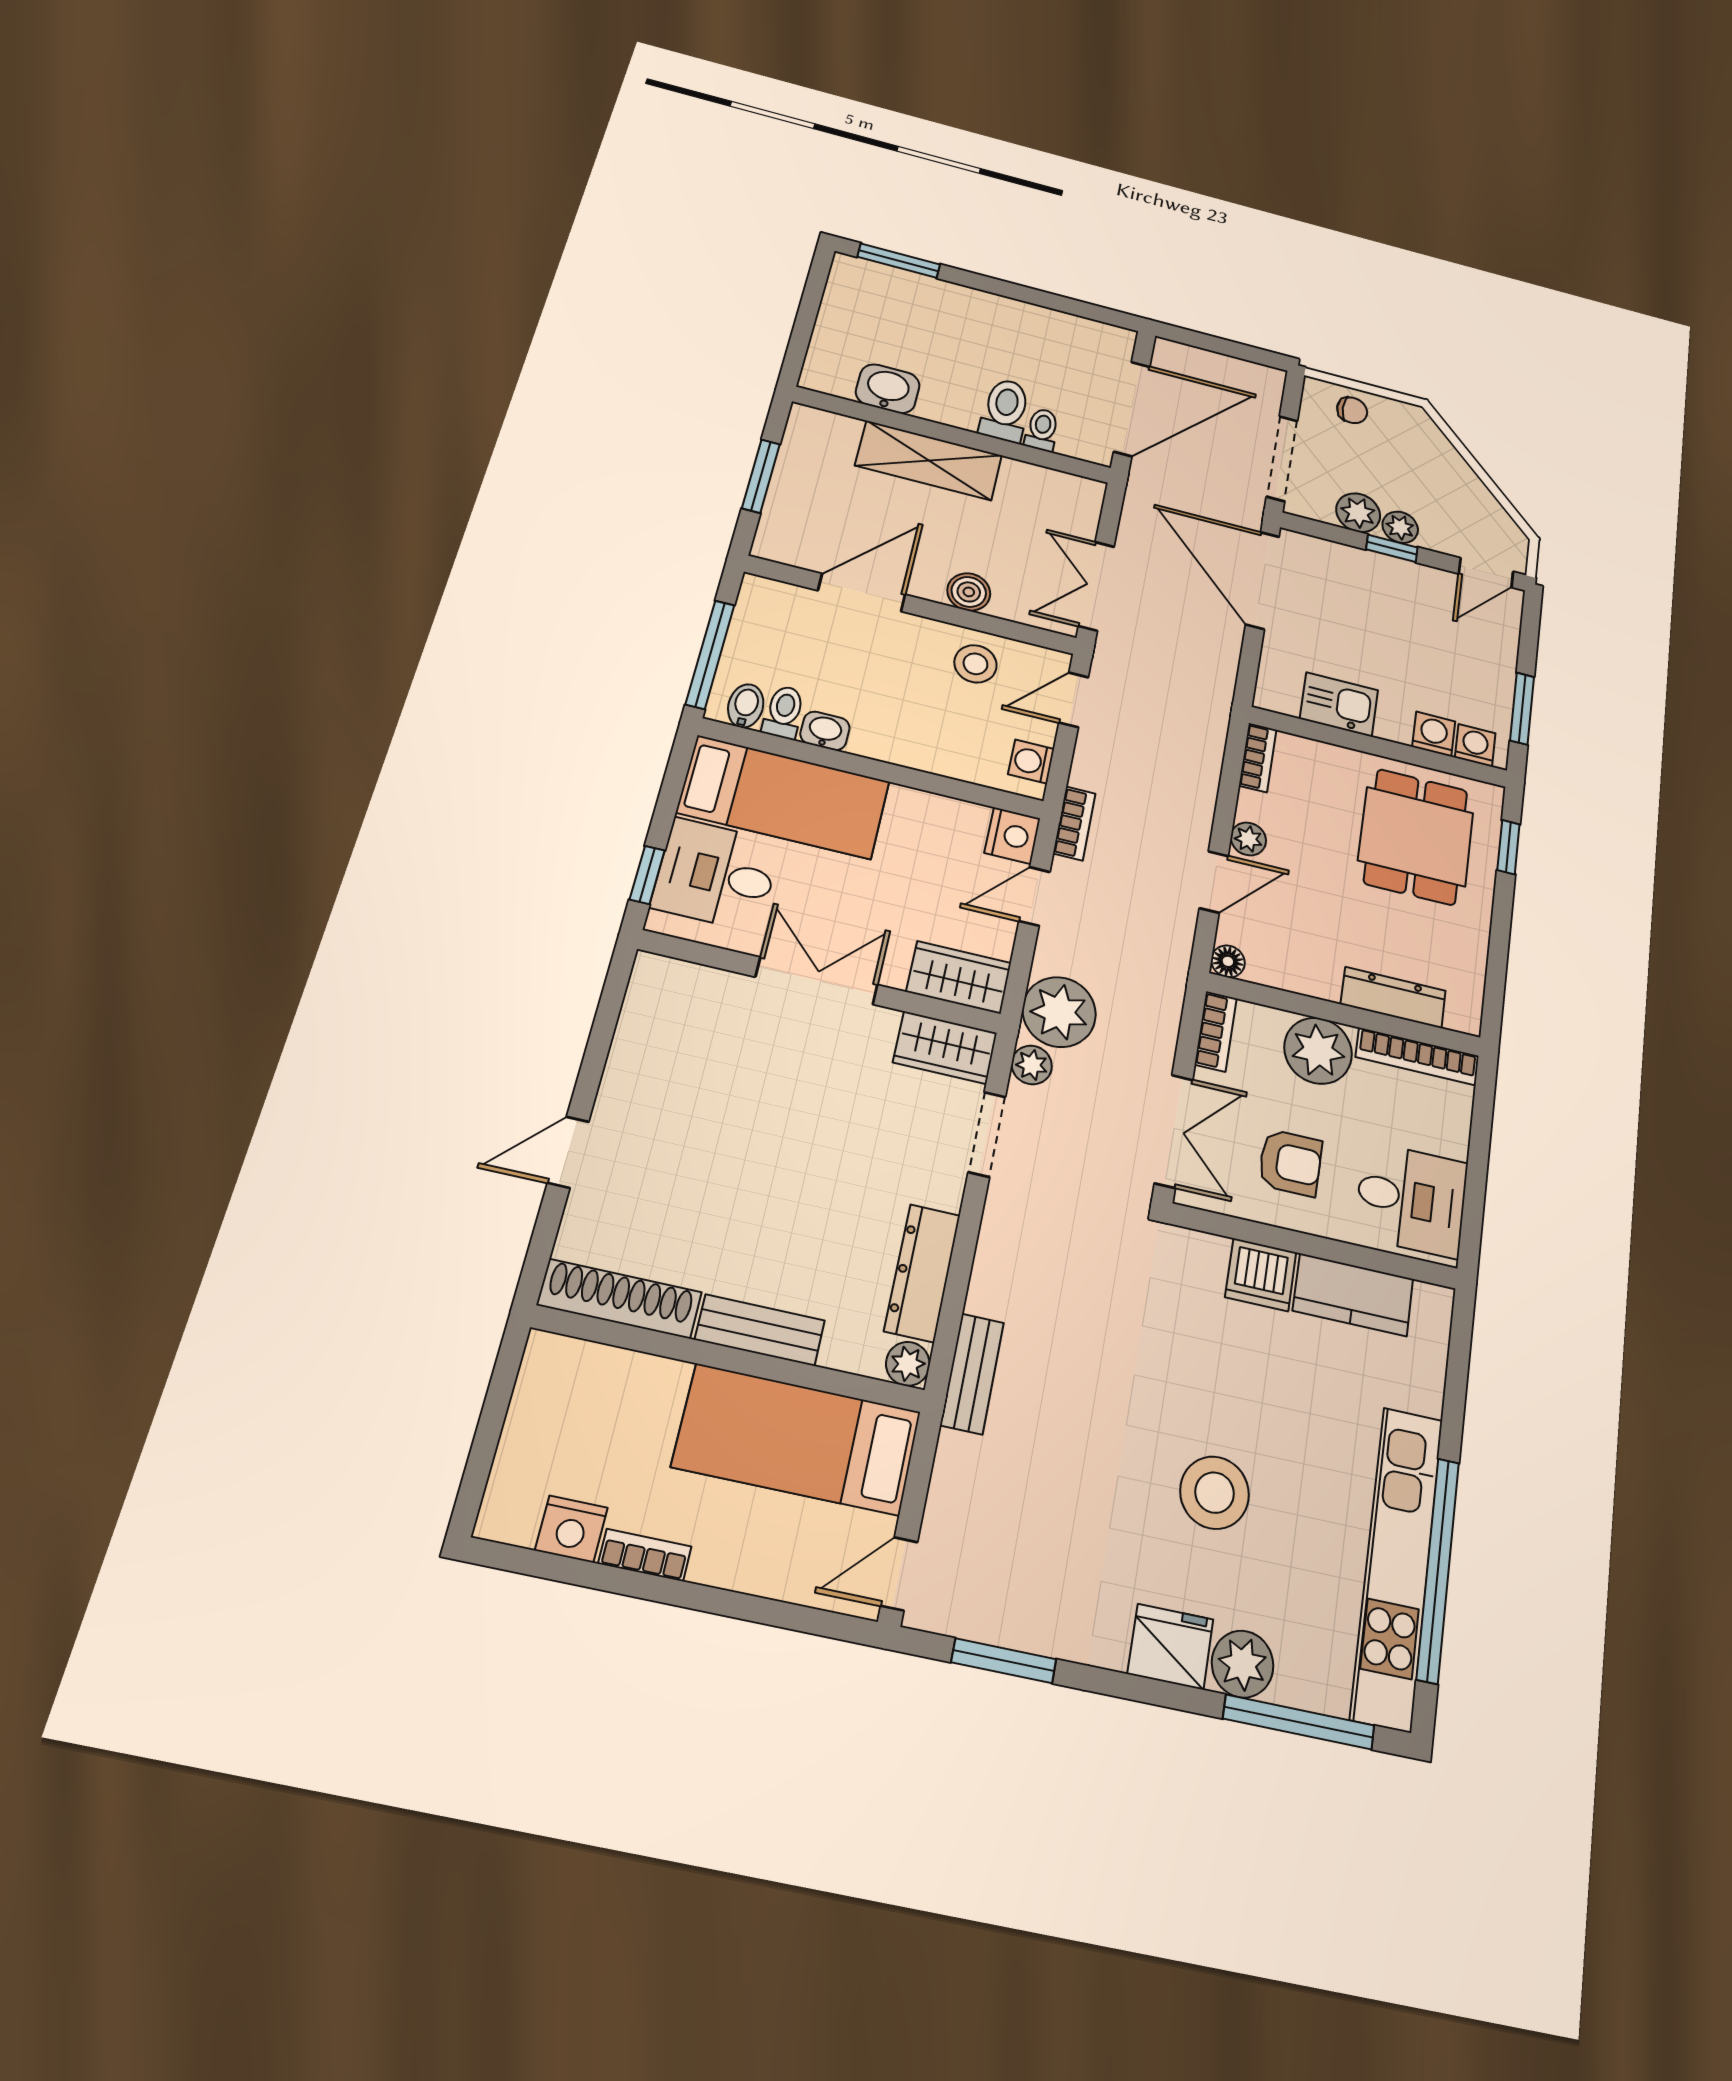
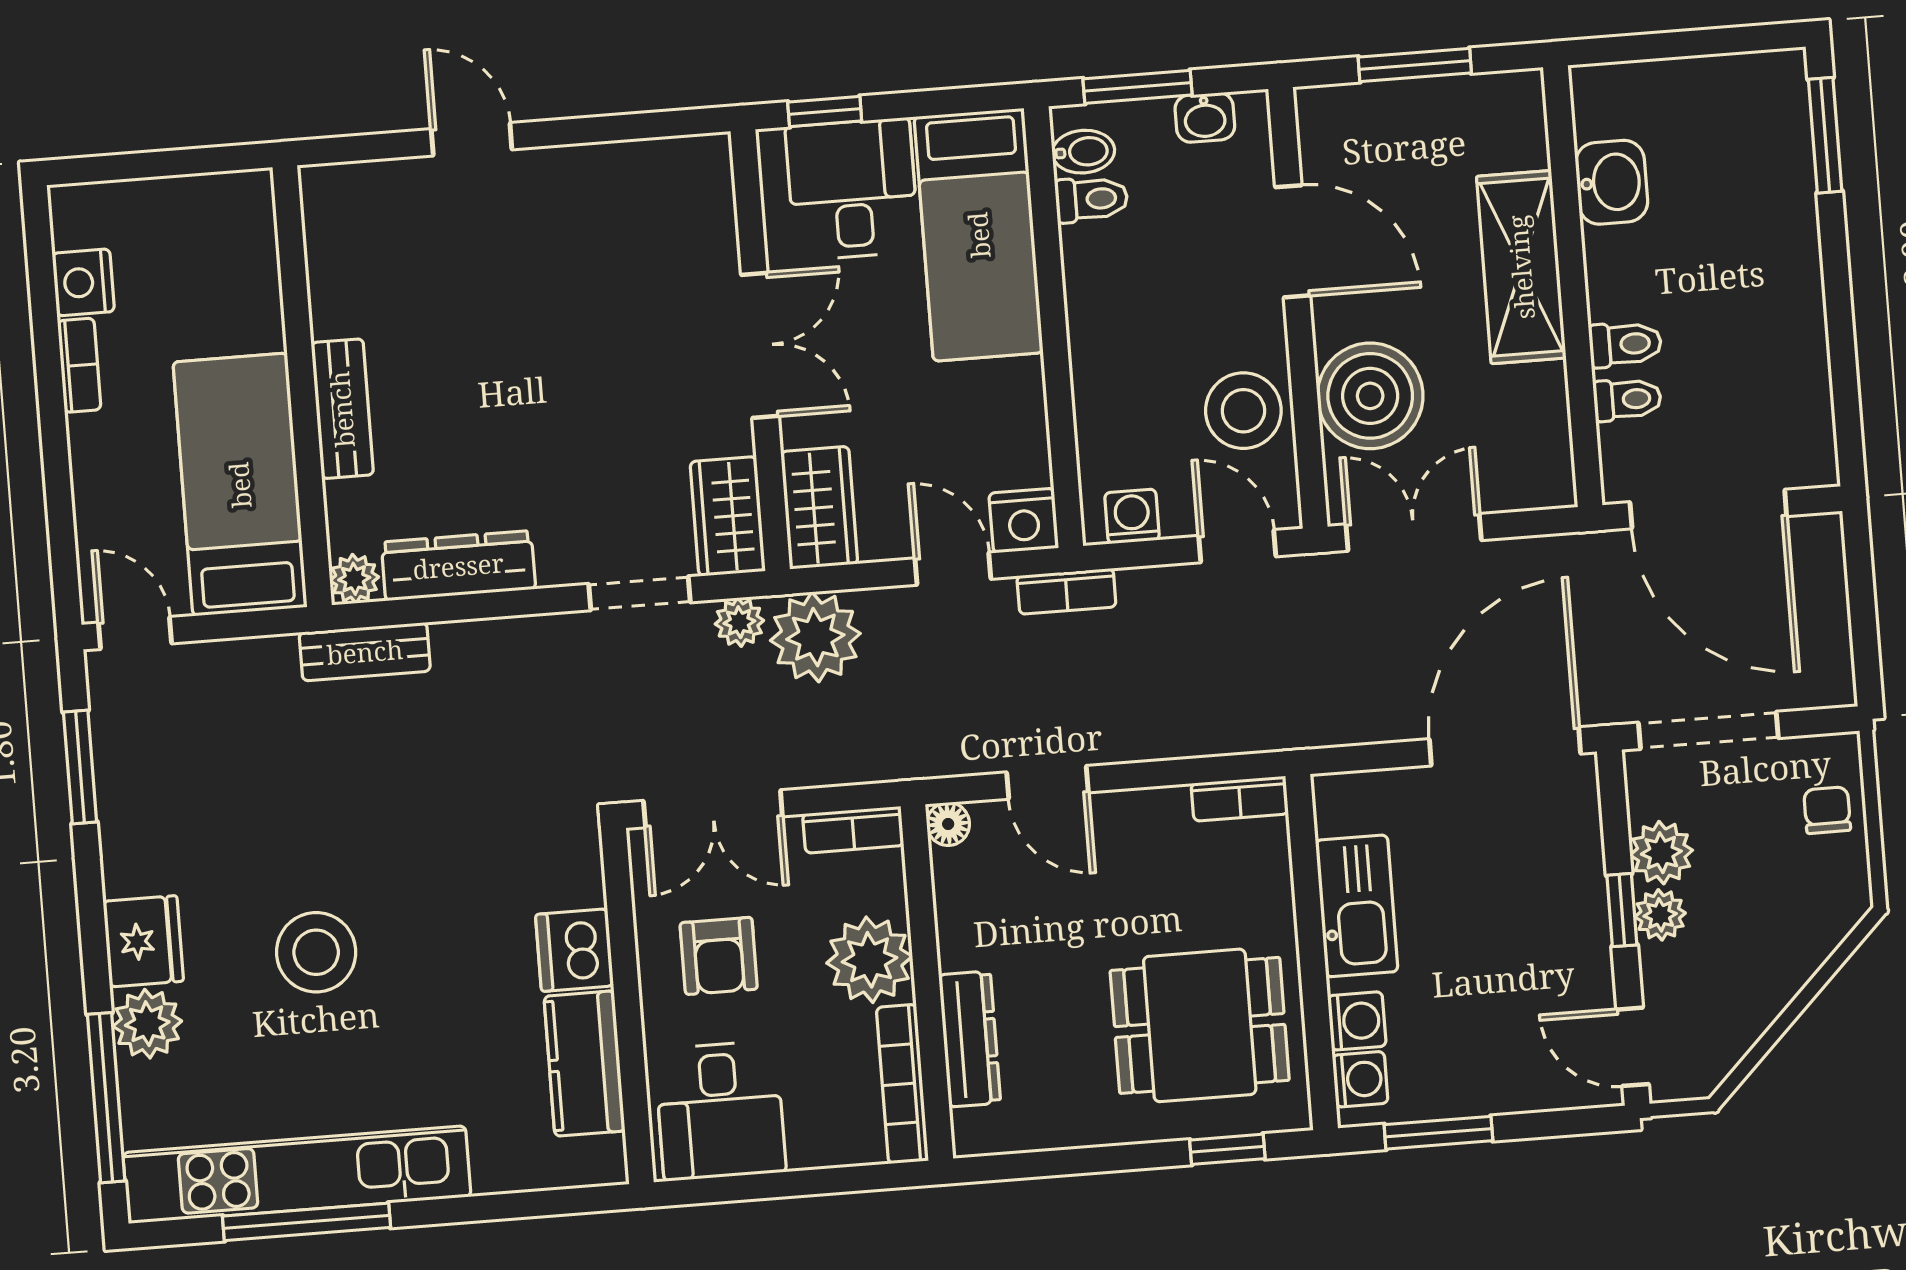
toilet: (1005, 410) -> (1625, 344), width x0.73, depth x0.72
chair: (1352, 410) -> (1827, 810), turned 180
boiler: (969, 592) -> (1370, 396), width x1.86, depth x1.86
window: (710, 654) -> (1138, 87), width x0.69
stool: (975, 664) -> (1243, 411), width x1.38, depth x1.38
kitchen sink: (1339, 704) -> (1357, 906), width x1.38
washbasin: (825, 731) -> (1205, 117), moved, turned 90
plant: (1248, 839) -> (1121, 812), removed
shoe rack: (620, 1299) -> (330, 249), removed
window: (1438, 1569) -> (306, 1222), width x0.68

